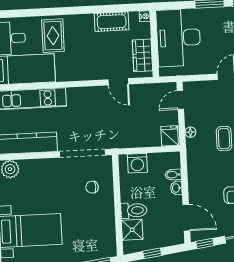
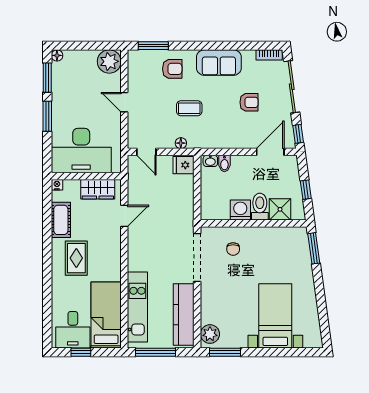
rug: (53, 36) -> (76, 258), moved, turned 90
washing machine: (137, 163) -> (240, 210), moved, turned -90
washbasin: (176, 188) -> (210, 161), moved

